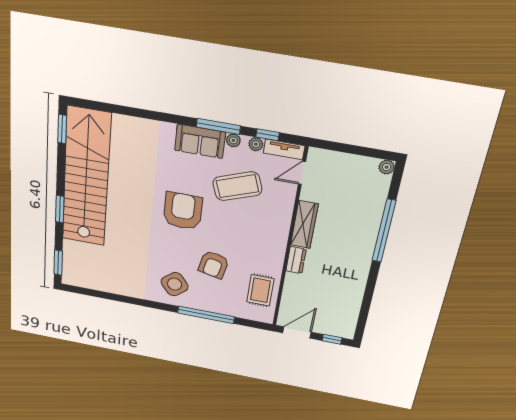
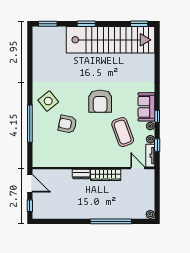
window: (218, 126) -> (157, 116), width x0.46
armchair: (183, 211) -> (100, 101), turned 90
rug: (260, 290) -> (55, 156), removed

